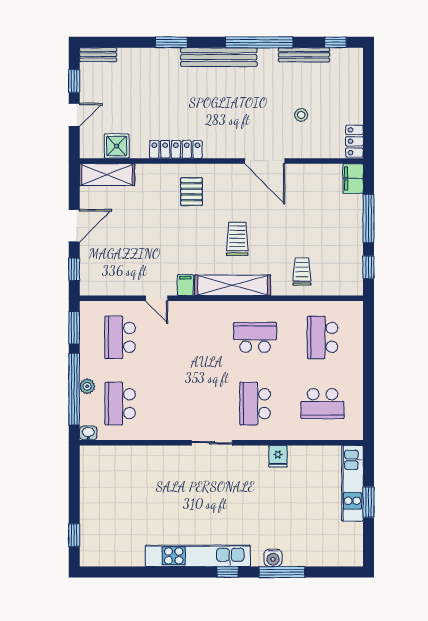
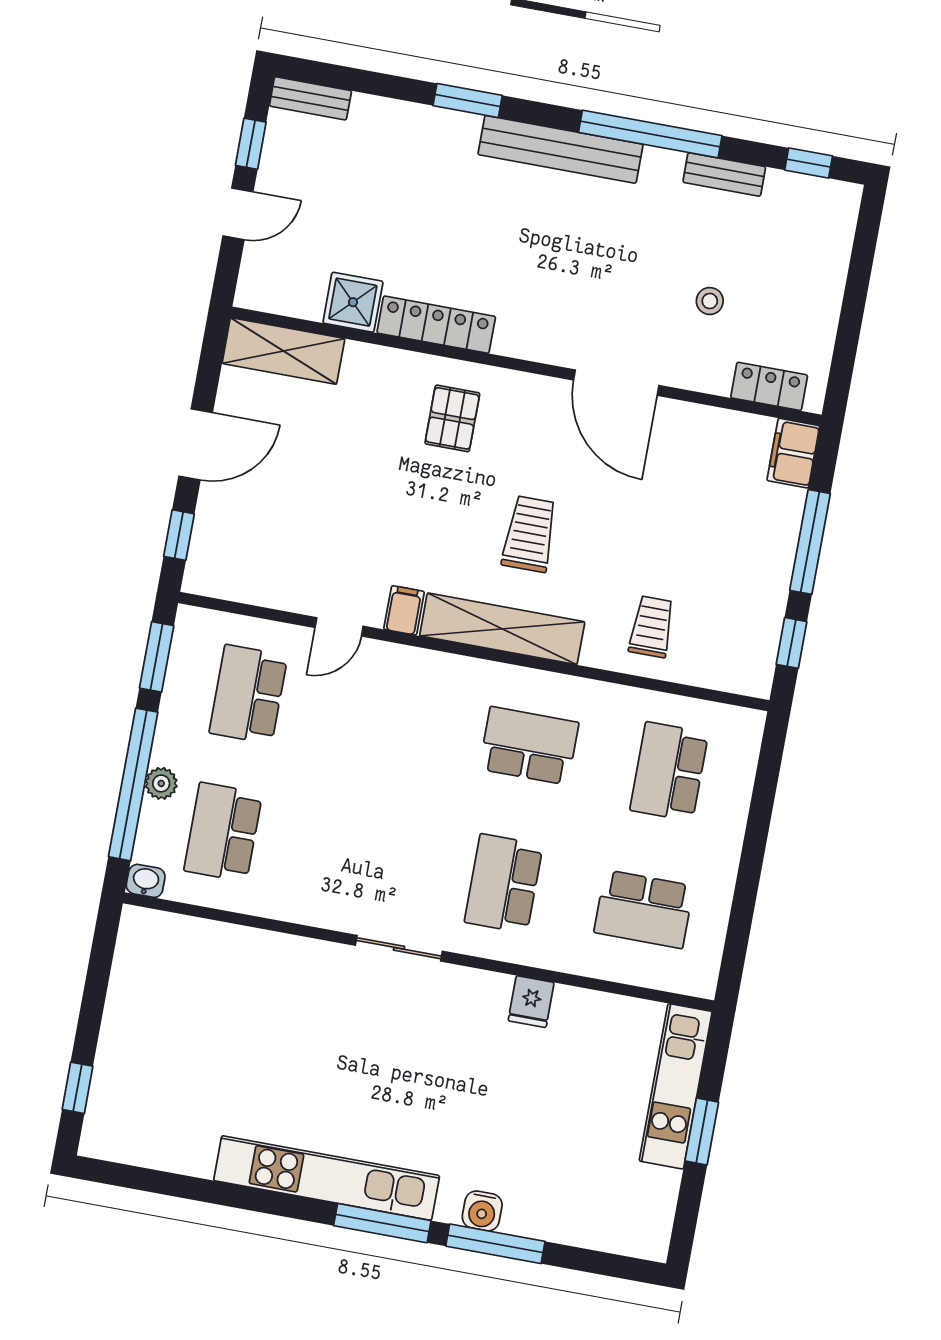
bench: (304, 55) -> (724, 174), width x0.73
locker: (354, 141) -> (769, 386), moved, turned 90
shower: (117, 146) -> (353, 302), moved
door: (157, 298) -> (339, 627), hinge flipped
window: (228, 572) -> (382, 1223), width x2.17

